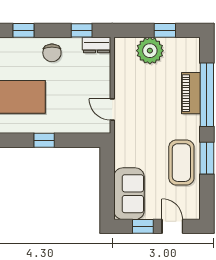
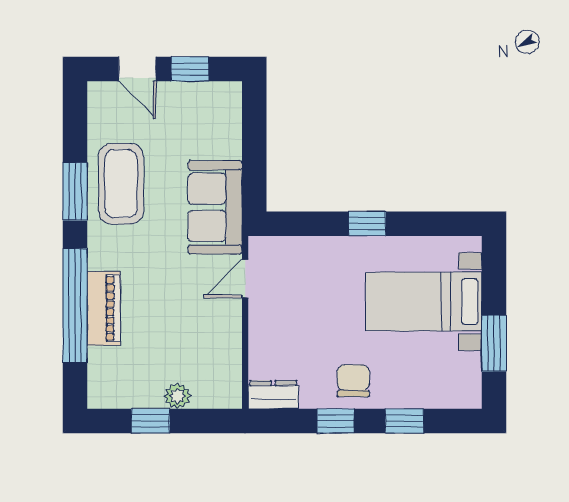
window: (82, 30) -> (336, 421), moved
plant: (150, 51) -> (178, 396), width x0.53, depth x0.53
door: (112, 110) -> (245, 279), swing flipped
sofa: (129, 194) -> (215, 207), moved

